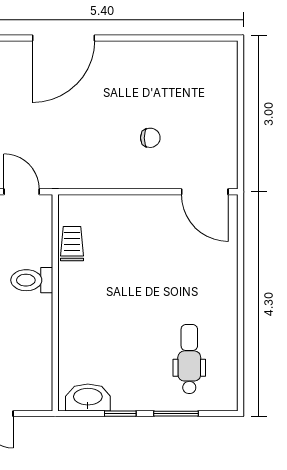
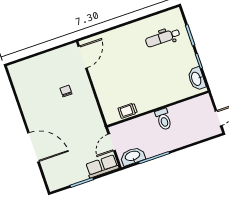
toilet: (32, 280) -> (164, 119), moved

